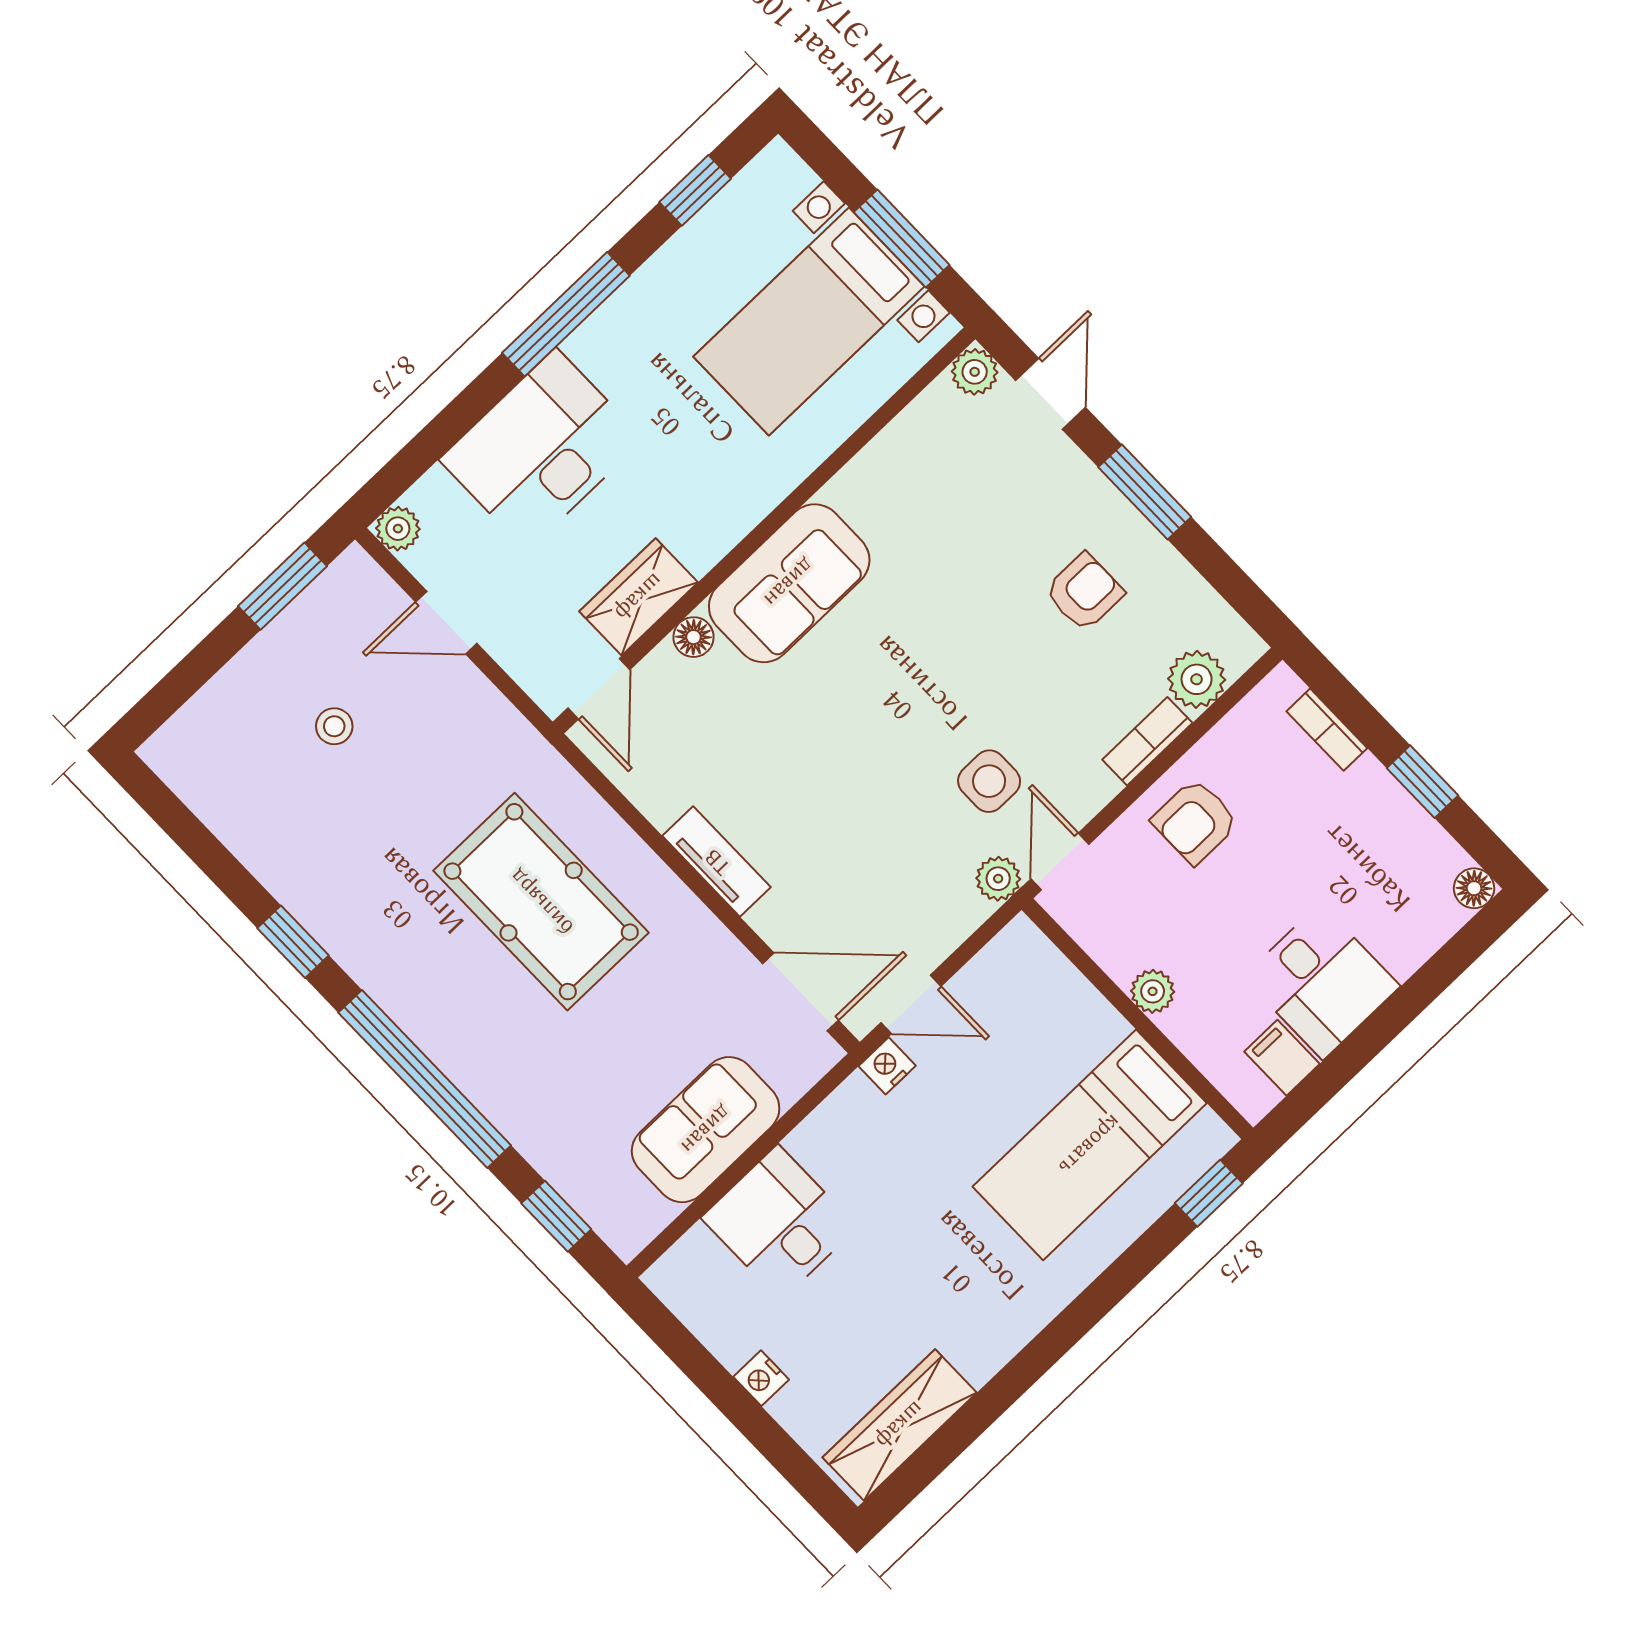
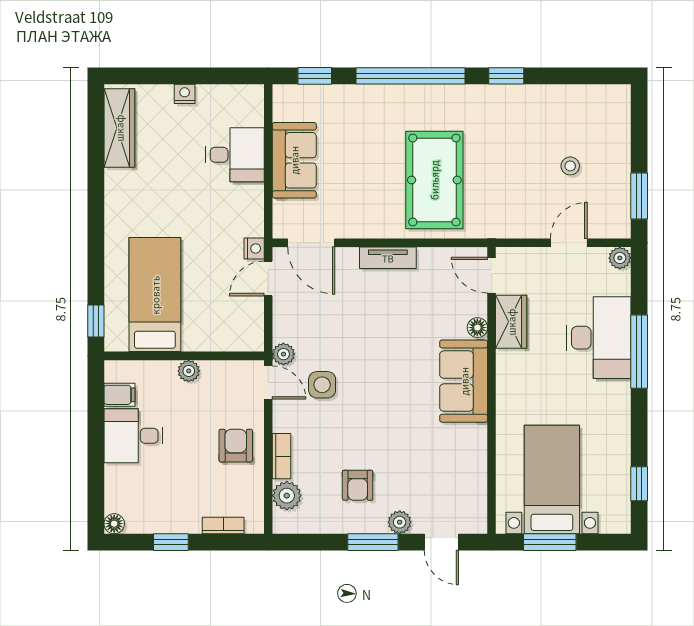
window: (566, 314) -> (639, 352), moved
plant: (975, 372) -> (400, 522), moved
pool table: (541, 902) -> (434, 180), turned 90
door: (800, 992) -> (311, 243), hinge flipped

